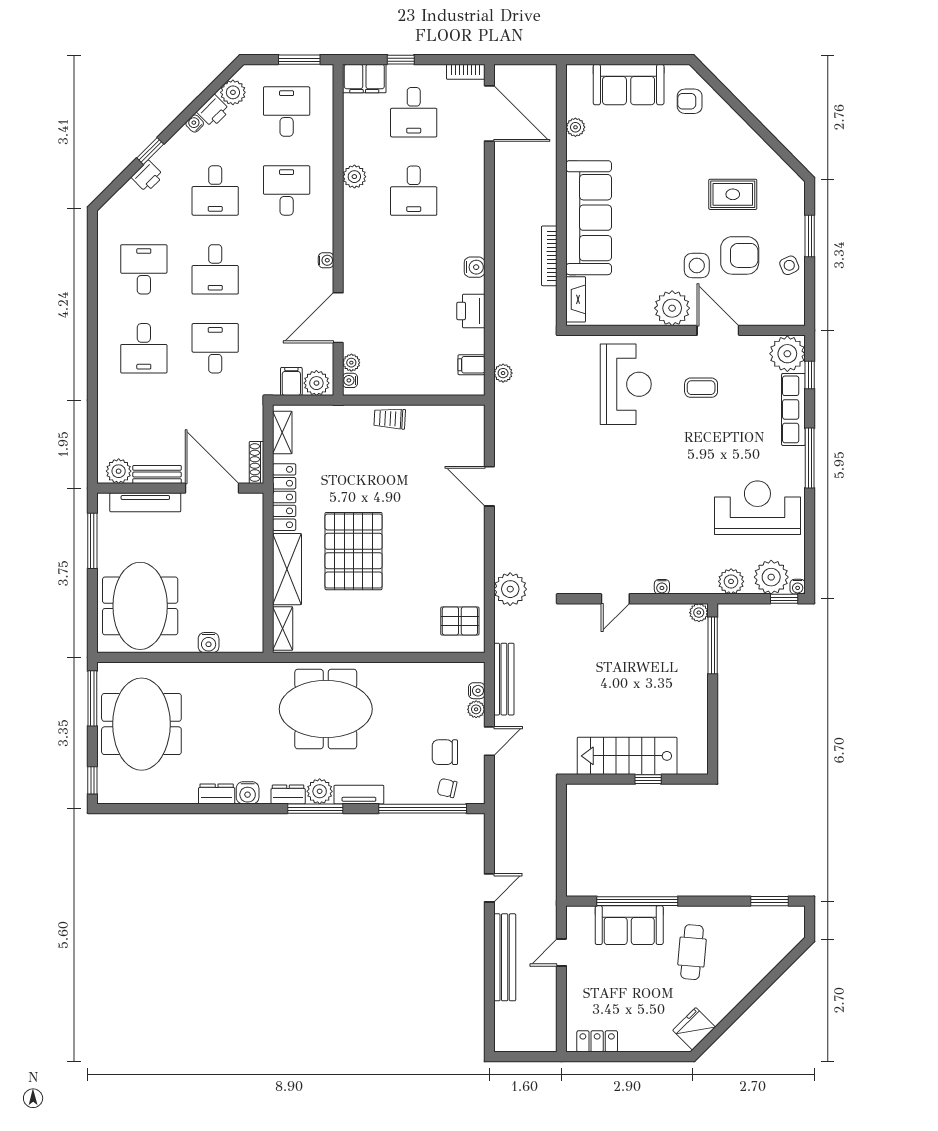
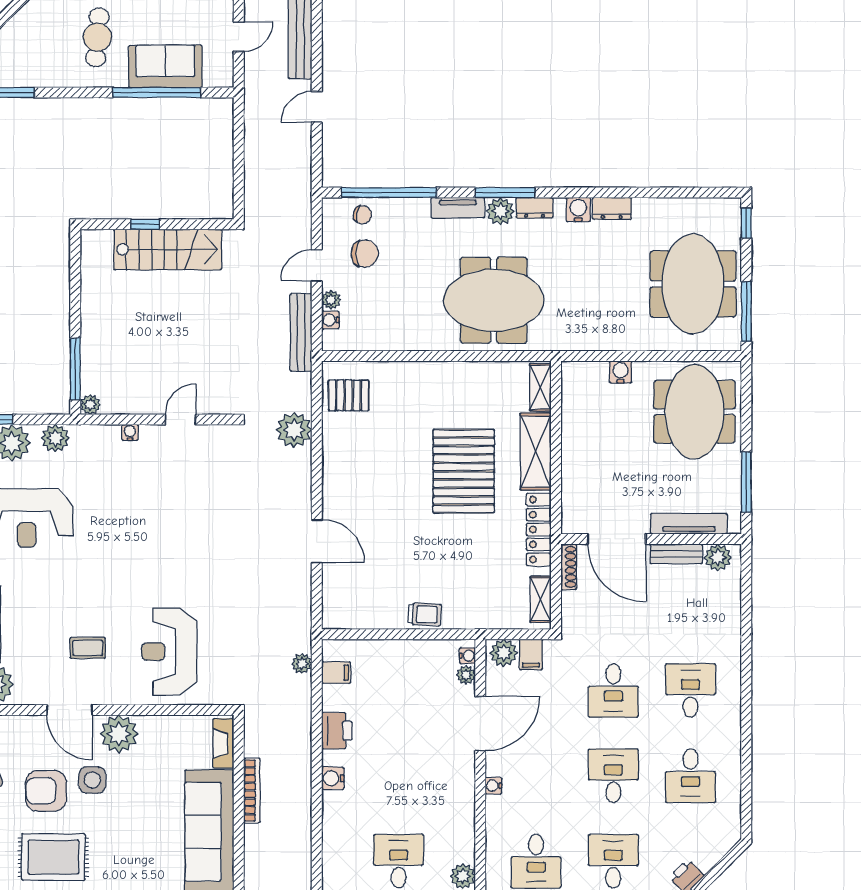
rug: (733, 194) -> (53, 857), width x1.36, depth x1.43

